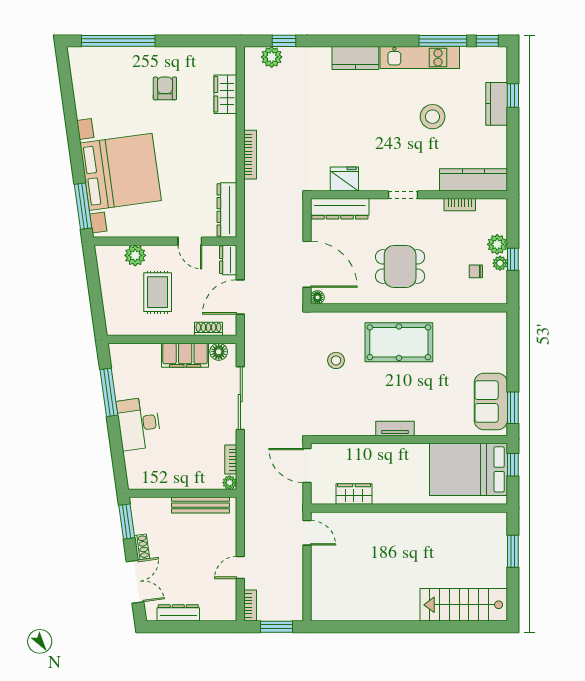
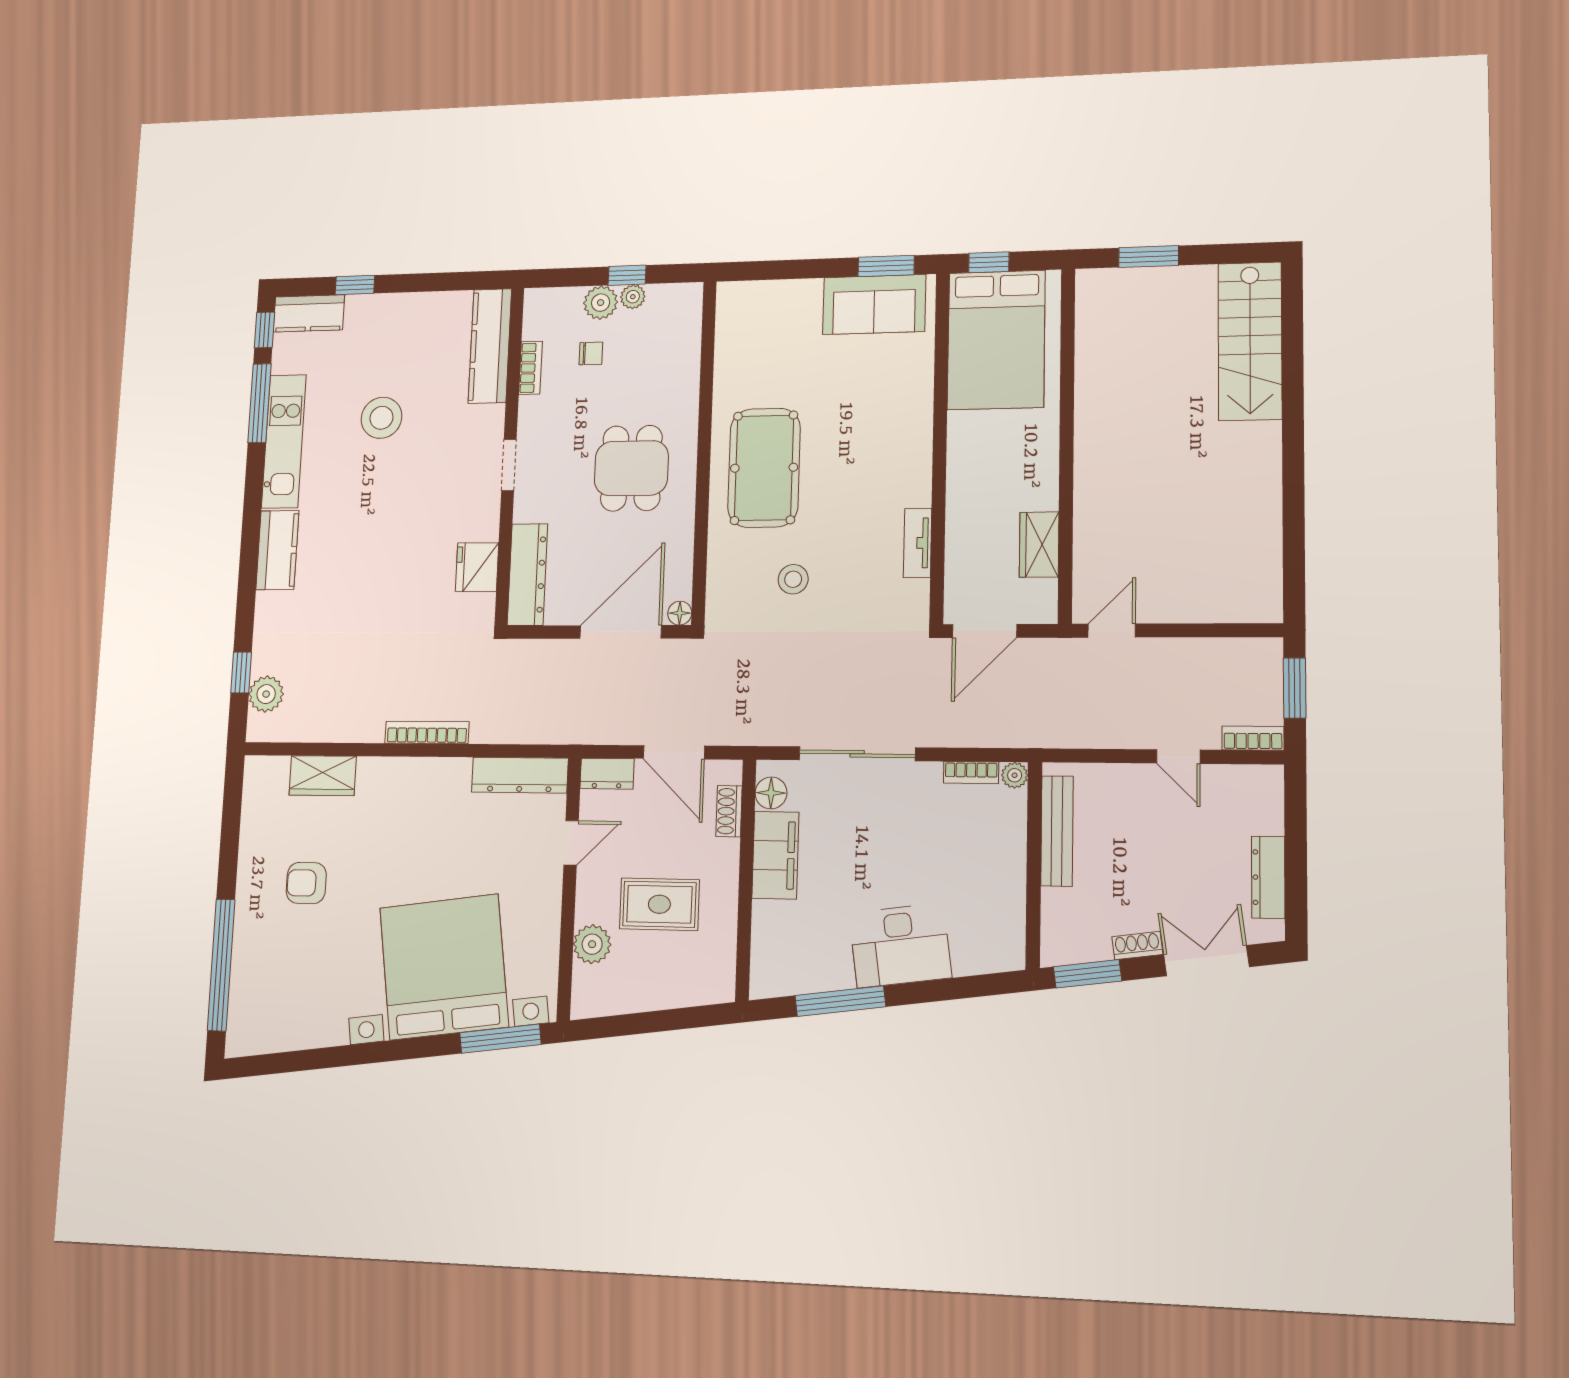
kitchen counter: (497, 104) -> (309, 313), moved
chair: (476, 271) -> (591, 353), moved, turned -90
tv unit: (395, 428) -> (917, 543), moved

